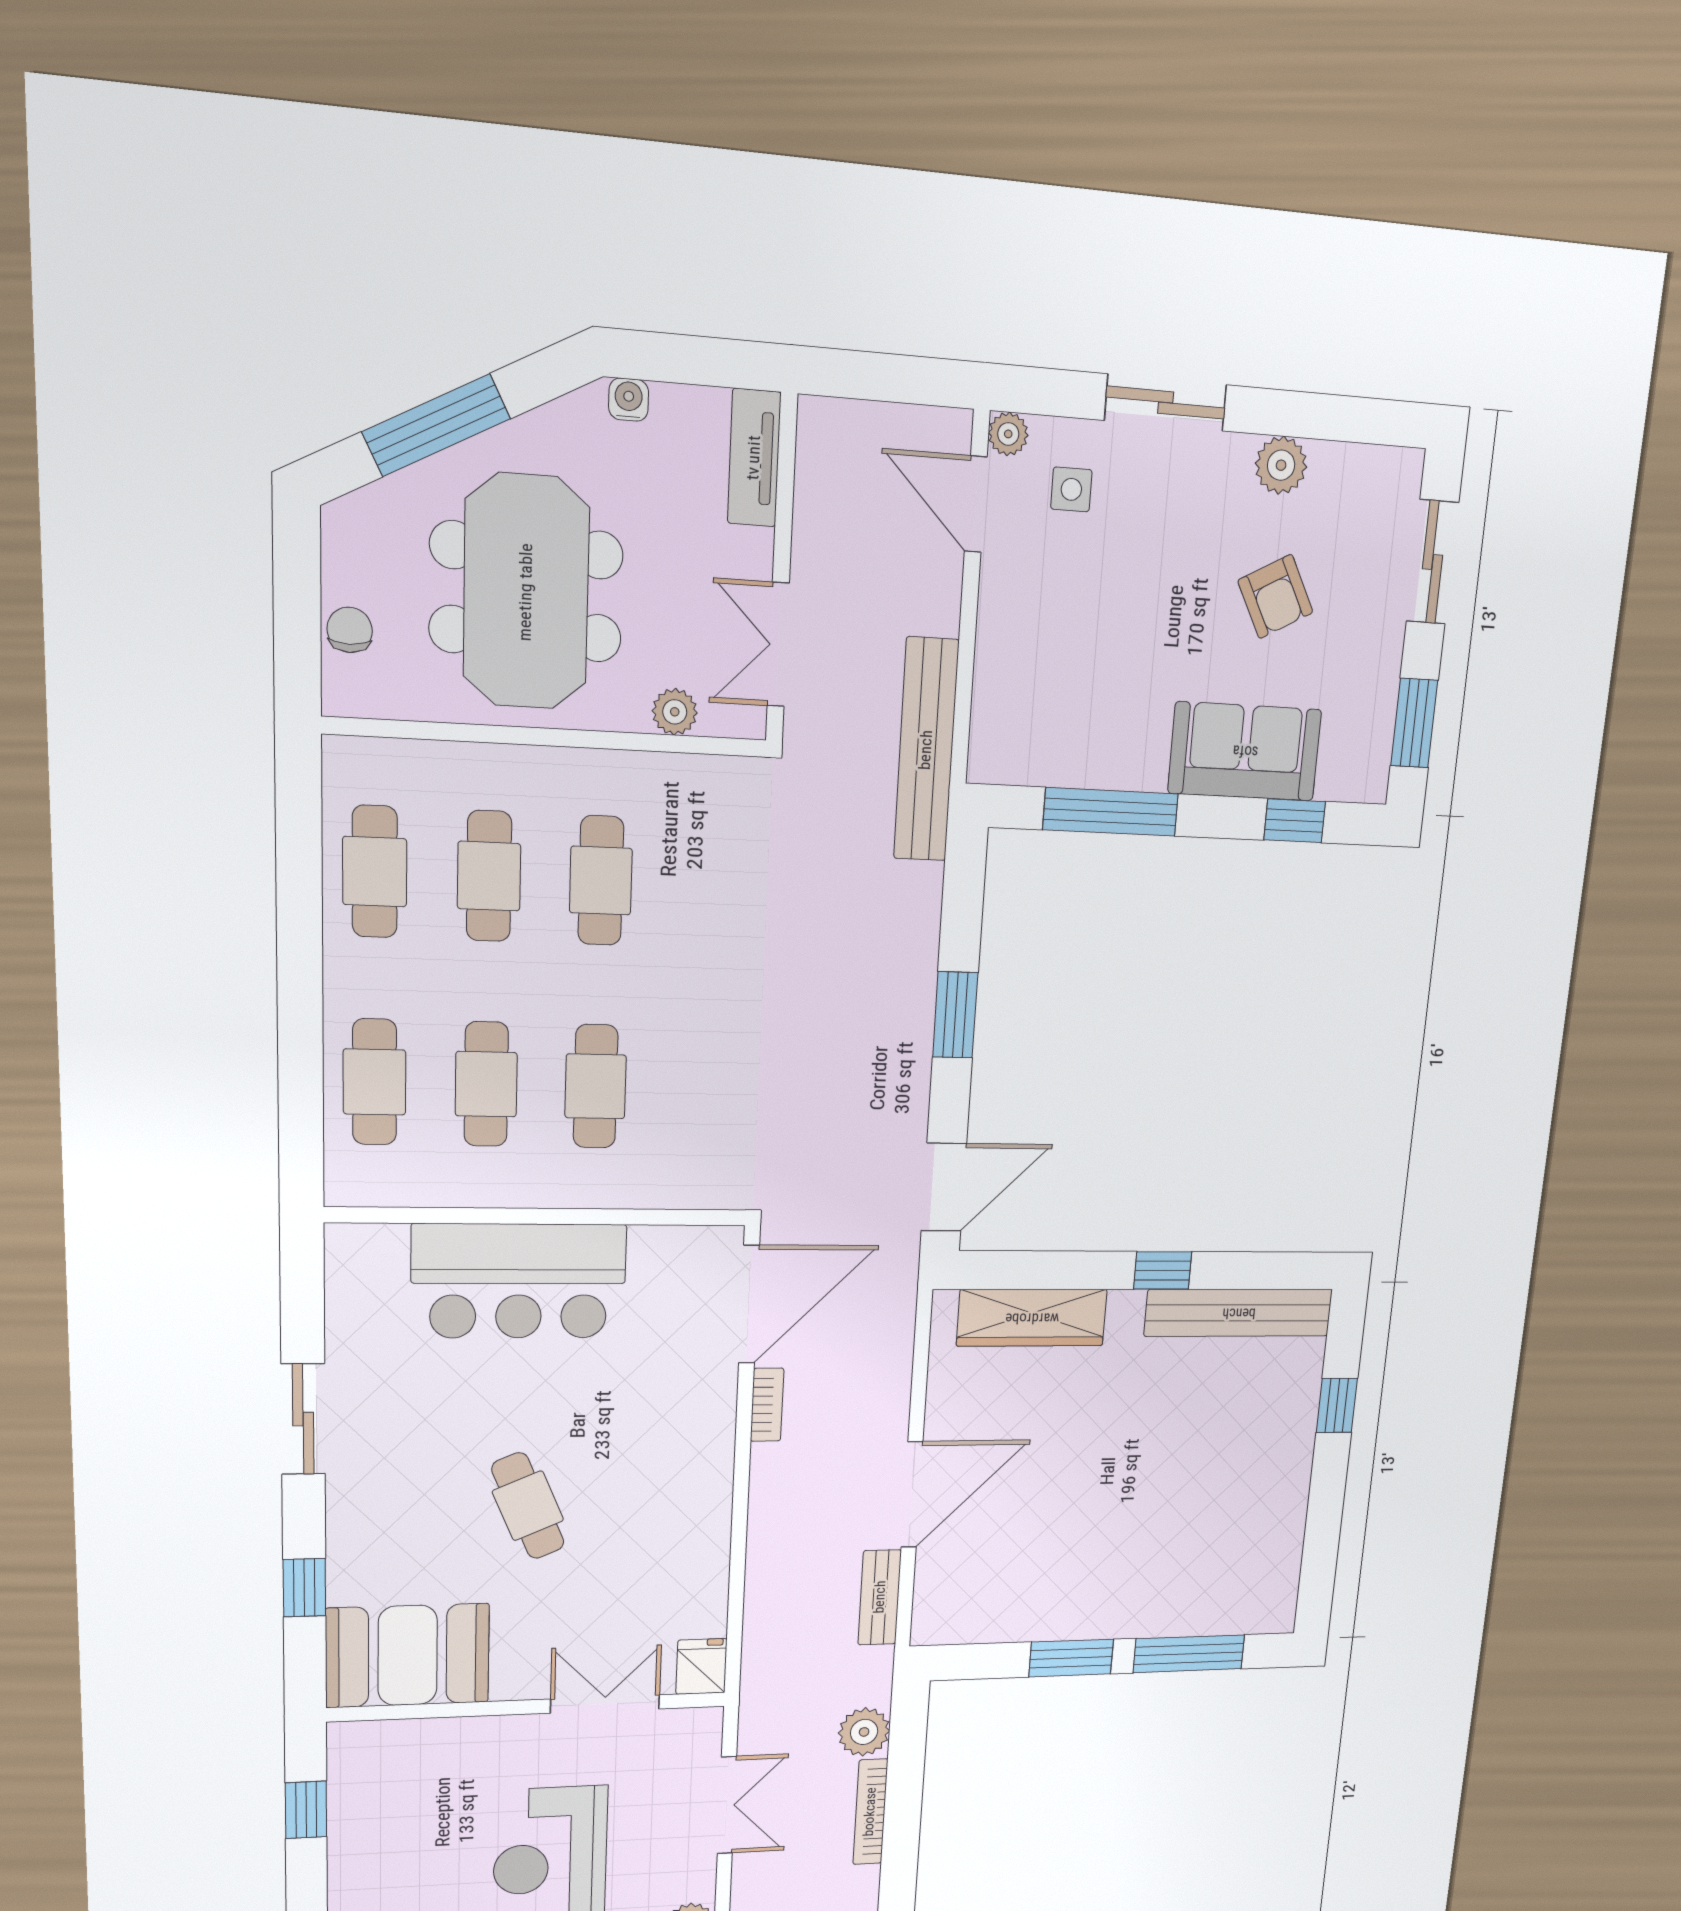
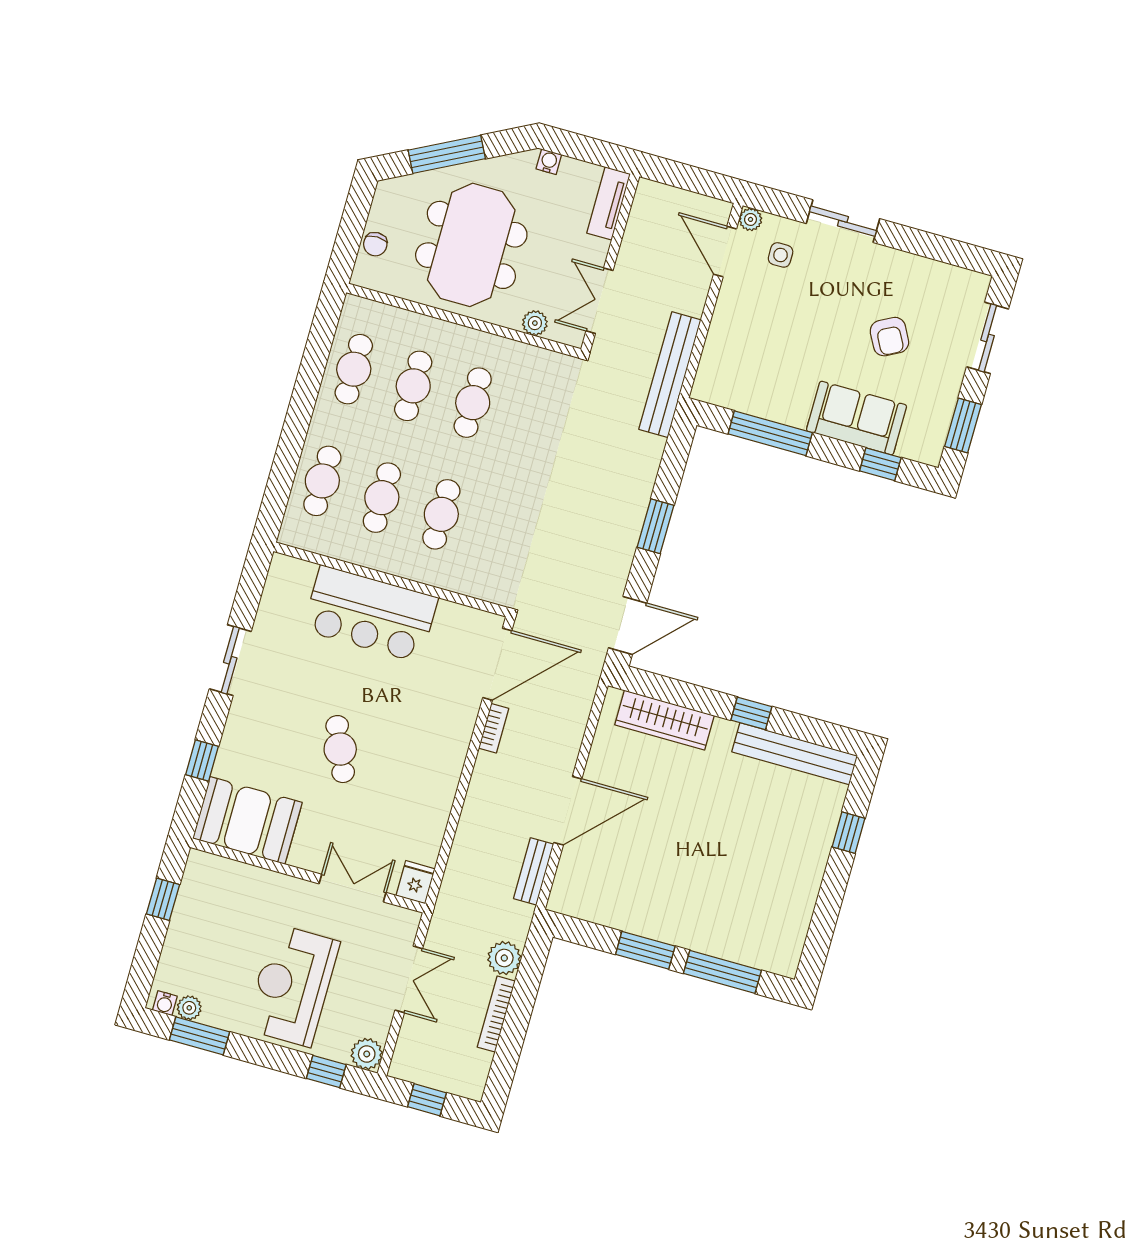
plant: (1281, 465) -> (905, 267), removed
chair: (350, 630) -> (375, 244), turned 180

